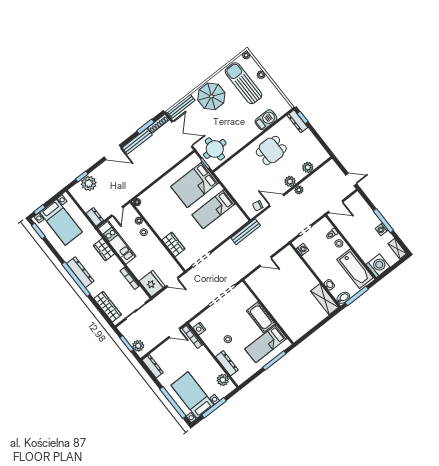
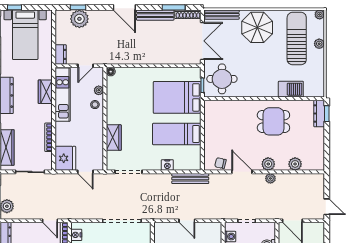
nightstand: (223, 235) -> (167, 165), added

